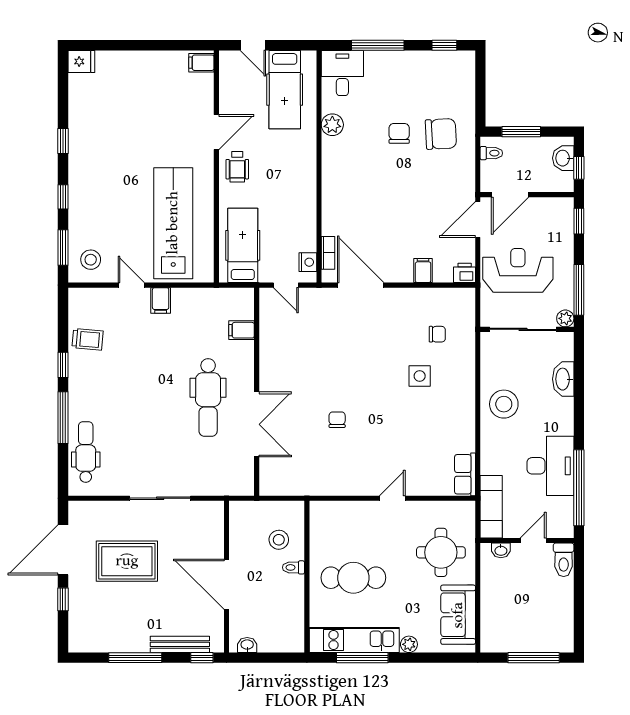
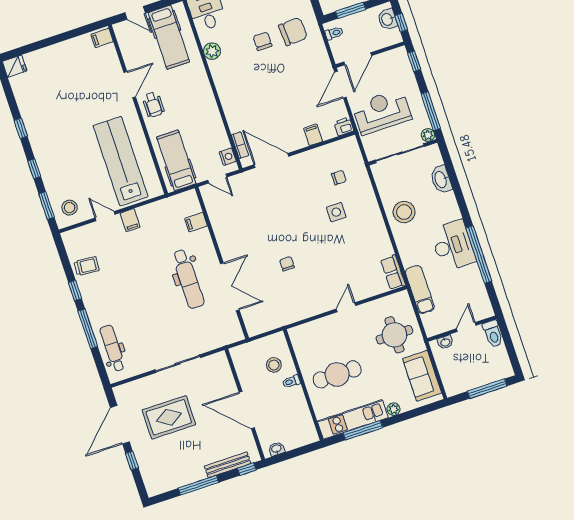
wall: (527, 540) -> (462, 329), moved
door: (533, 540) -> (466, 327), moved
washbasin: (501, 550) -> (445, 342), moved
toilet: (564, 560) -> (493, 334), moved

